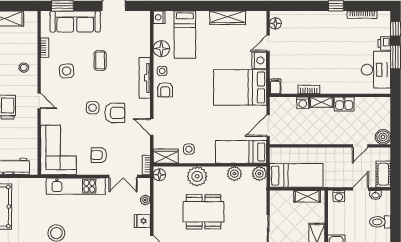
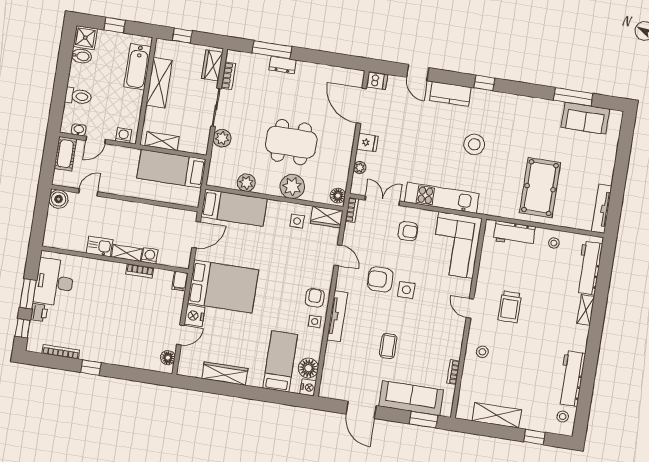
floor lamp: (161, 49) -> (308, 368), moved
side table: (67, 71) -> (431, 340), removed
plant: (259, 174) -> (222, 138), moved

